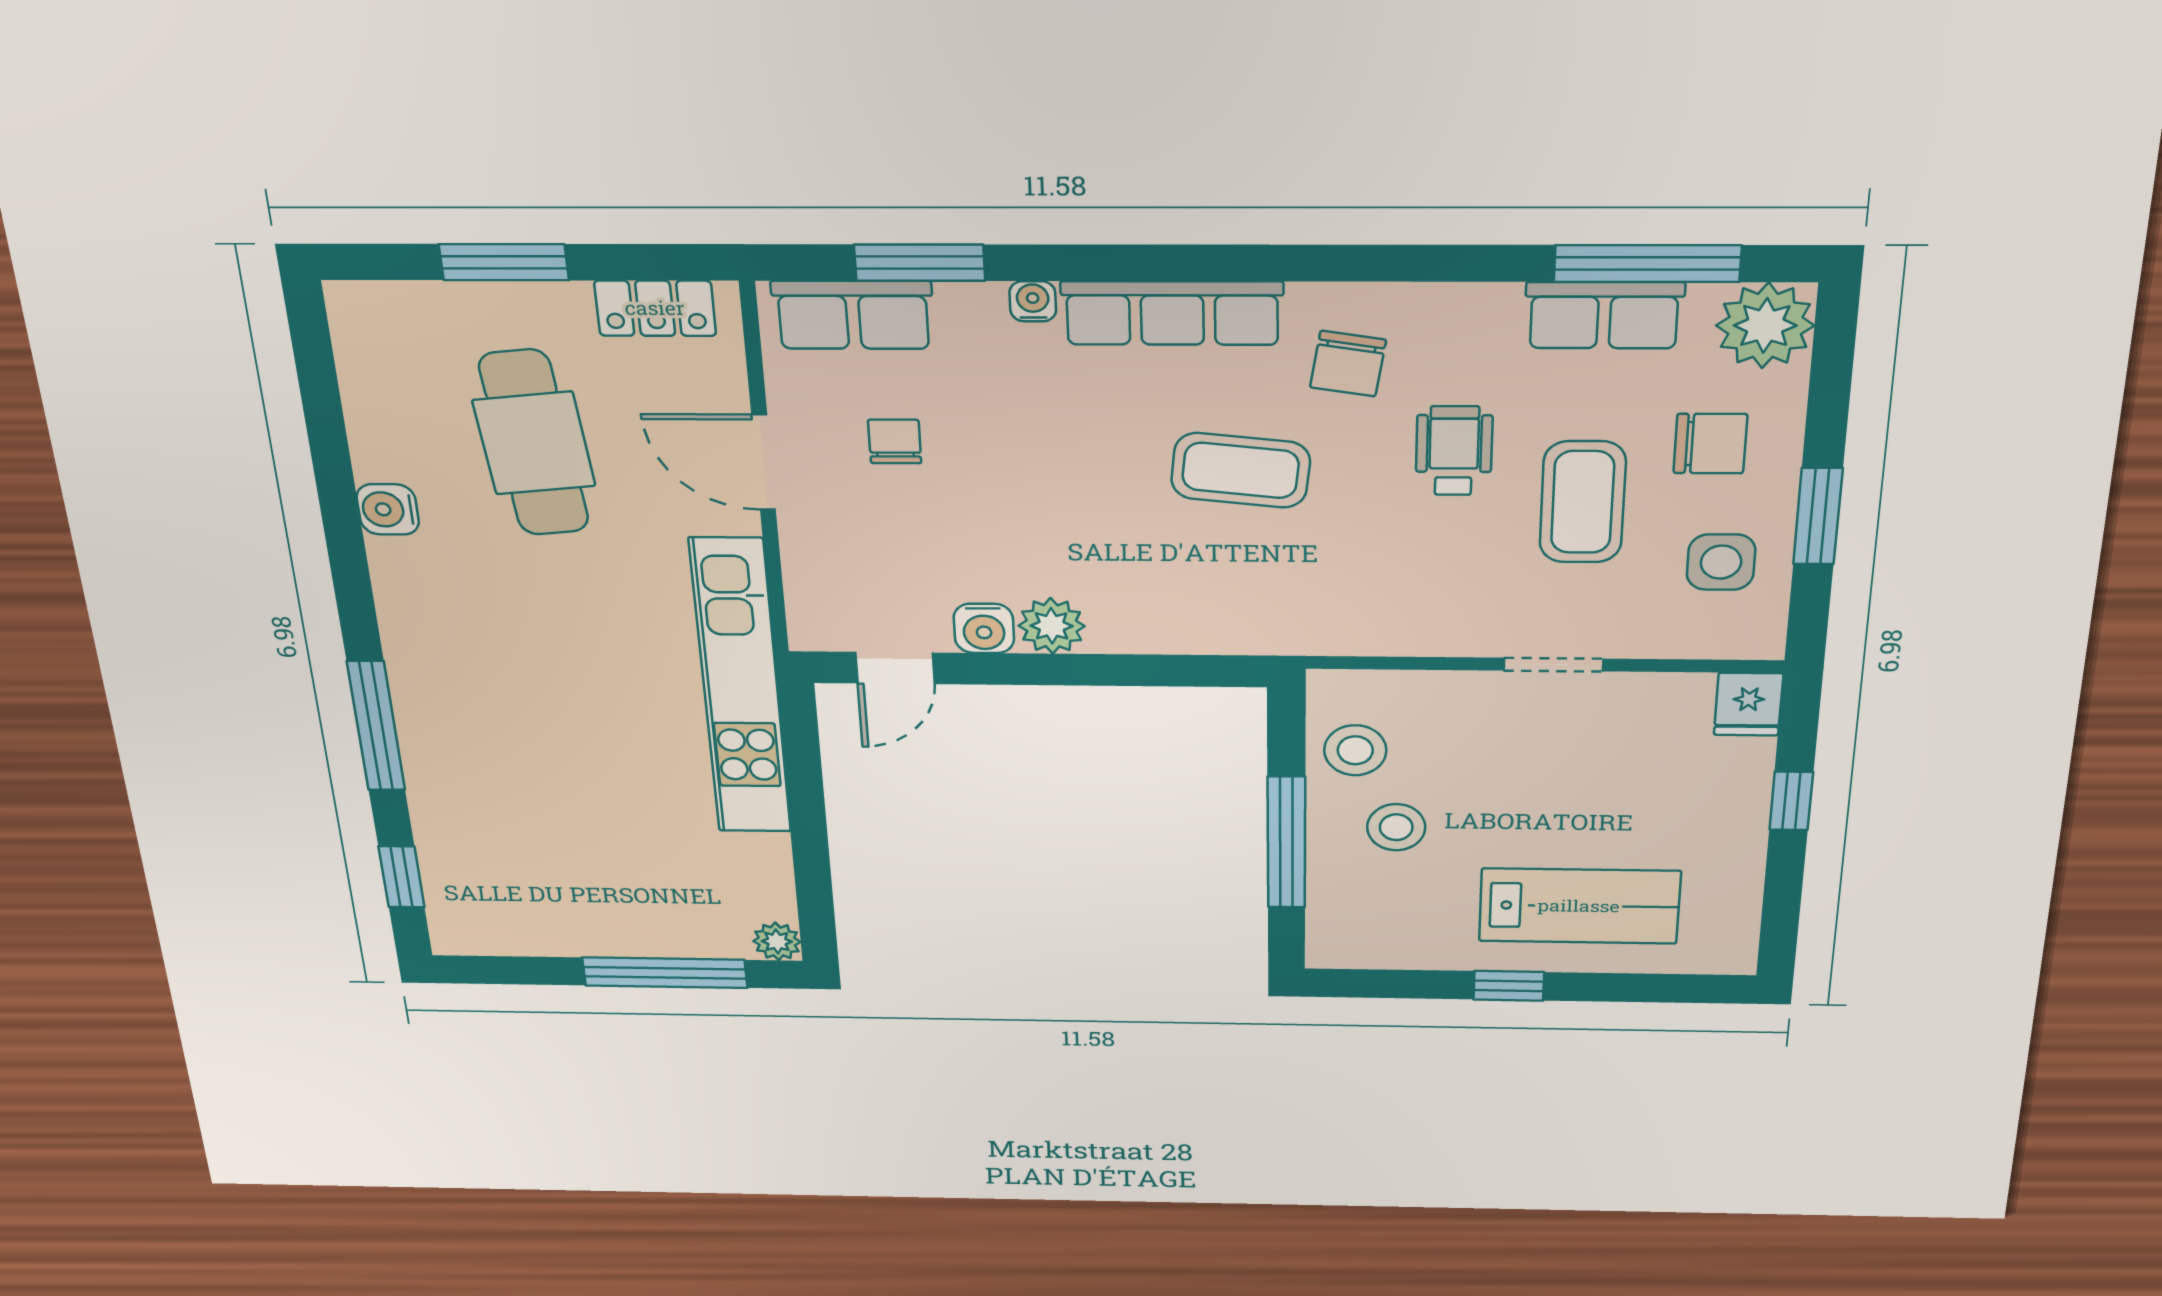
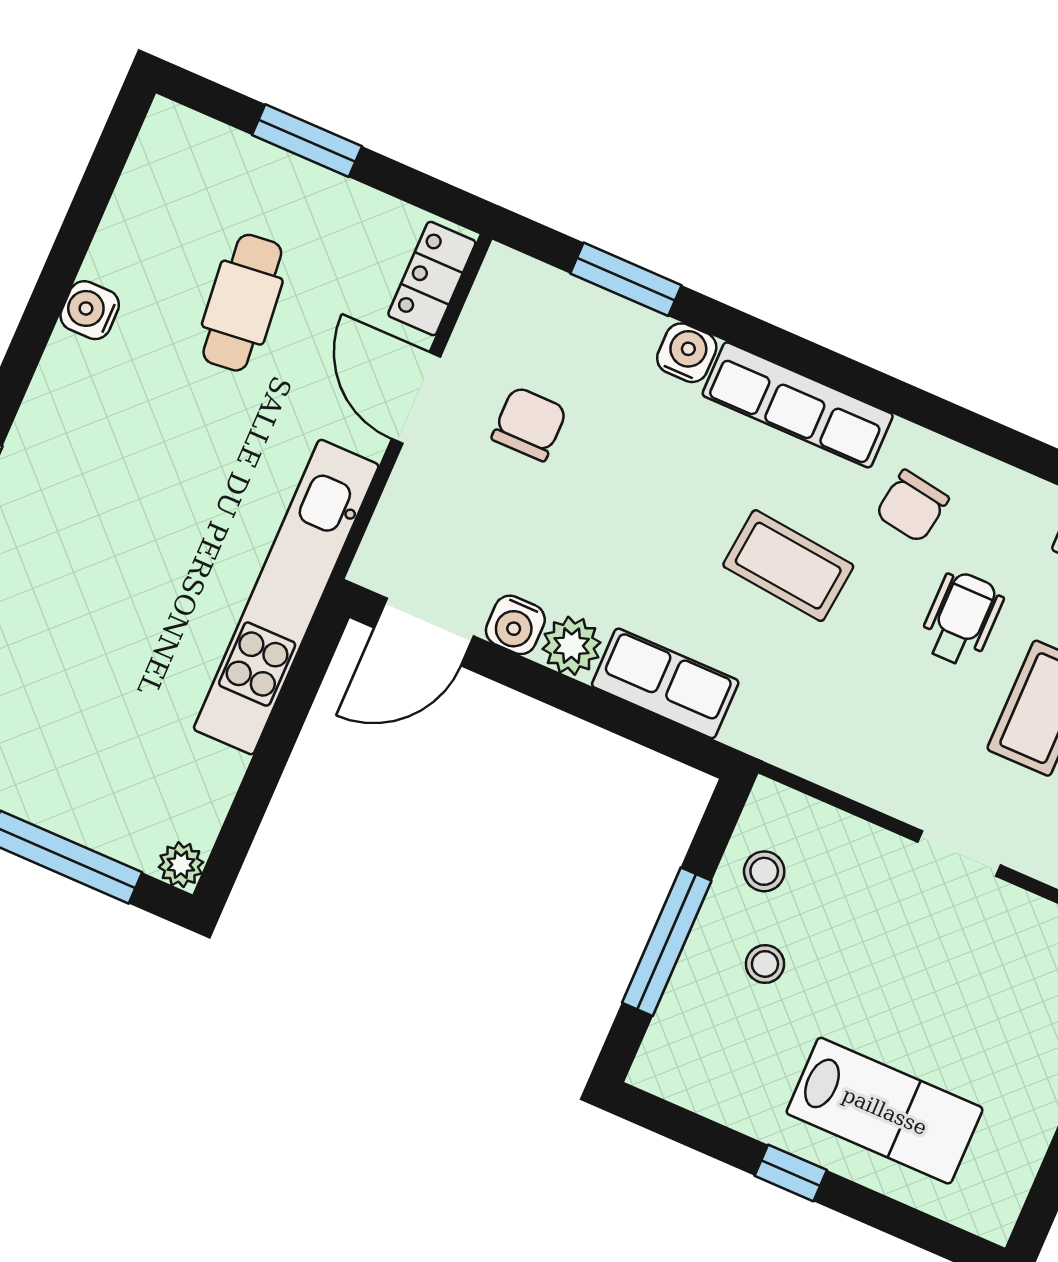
water cooler: (1033, 301) -> (687, 353), width x1.38, depth x1.38
locker: (655, 308) -> (432, 278), moved, turned 90
row of seats: (853, 315) -> (665, 683), moved, turned 180
chair: (895, 442) -> (529, 424), width x1.37, depth x1.37
cafe table: (534, 443) -> (242, 303), width x0.73, depth x0.74
door: (895, 668) -> (424, 632), width x1.38
stool: (1355, 750) -> (764, 871), width x0.73, depth x0.73
stool: (1396, 827) -> (765, 964), width x0.73, depth x0.73

